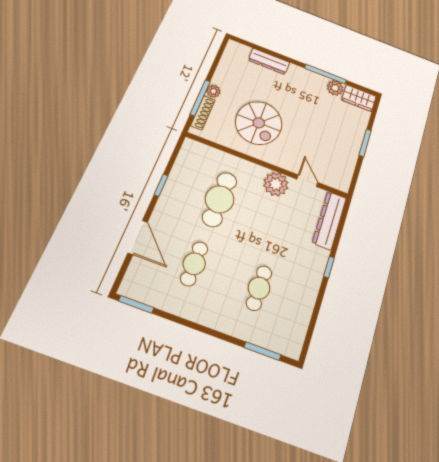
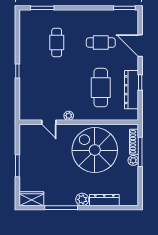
plant: (335, 88) -> (82, 199), moved
spiral stairs: (259, 123) -> (95, 150), width x1.37, depth x1.37
plant: (276, 184) -> (69, 116), width x0.53, depth x0.53
dresser: (329, 220) -> (131, 90), moved, turned 180
cafe table: (194, 264) -> (101, 43), turned 90

